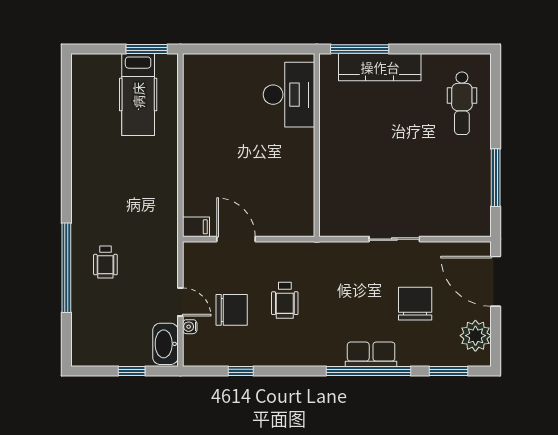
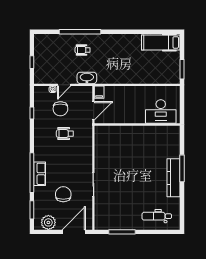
hospital bed: (138, 95) -> (161, 42), moved
desk: (289, 95) -> (161, 112), moved
wall: (317, 145) -> (137, 124), moved
chair: (415, 304) -> (63, 194), turned -90
washbasin: (165, 344) -> (87, 78), moved

